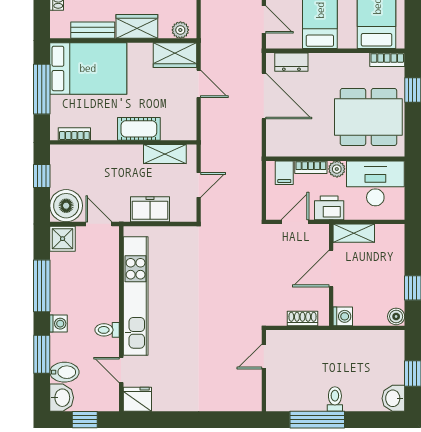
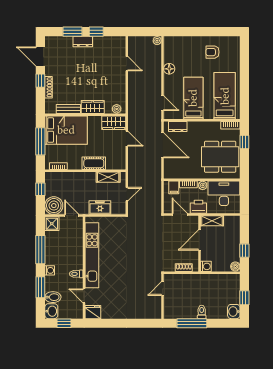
door: (295, 222) -> (180, 214), hinge flipped

